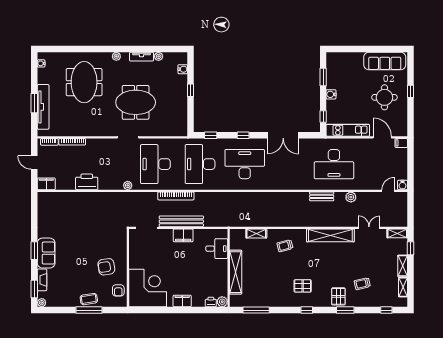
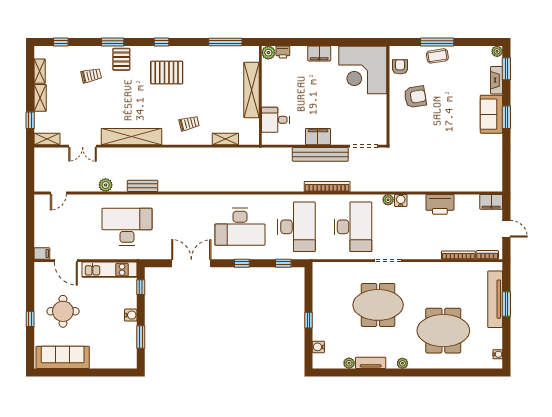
meeting table: (84, 82) -> (443, 331), turned 90
water cooler: (403, 185) -> (401, 200), moved
pallet: (303, 286) -> (167, 73), width x1.50, depth x1.42

